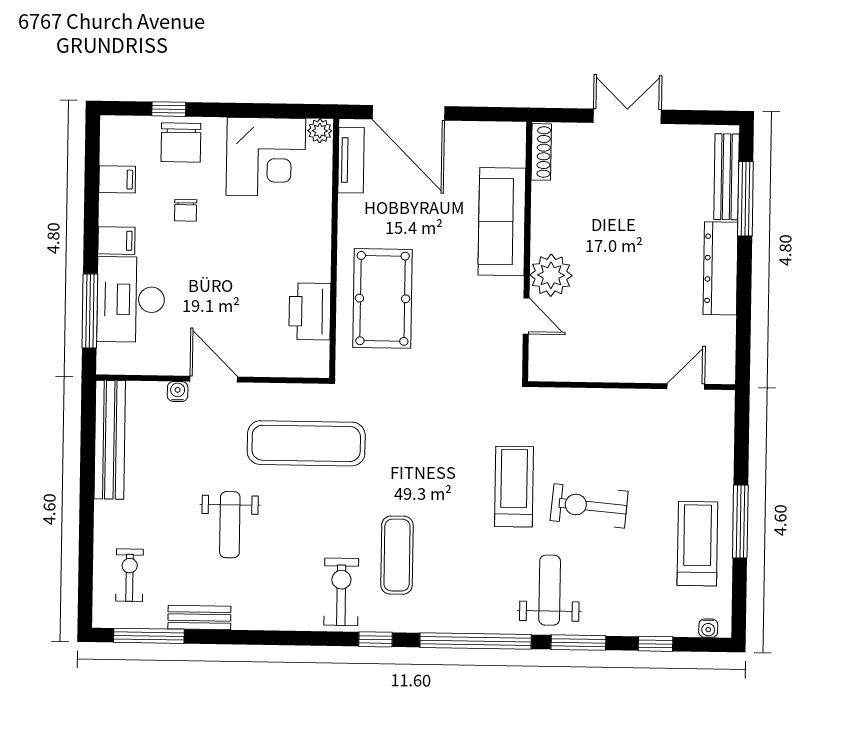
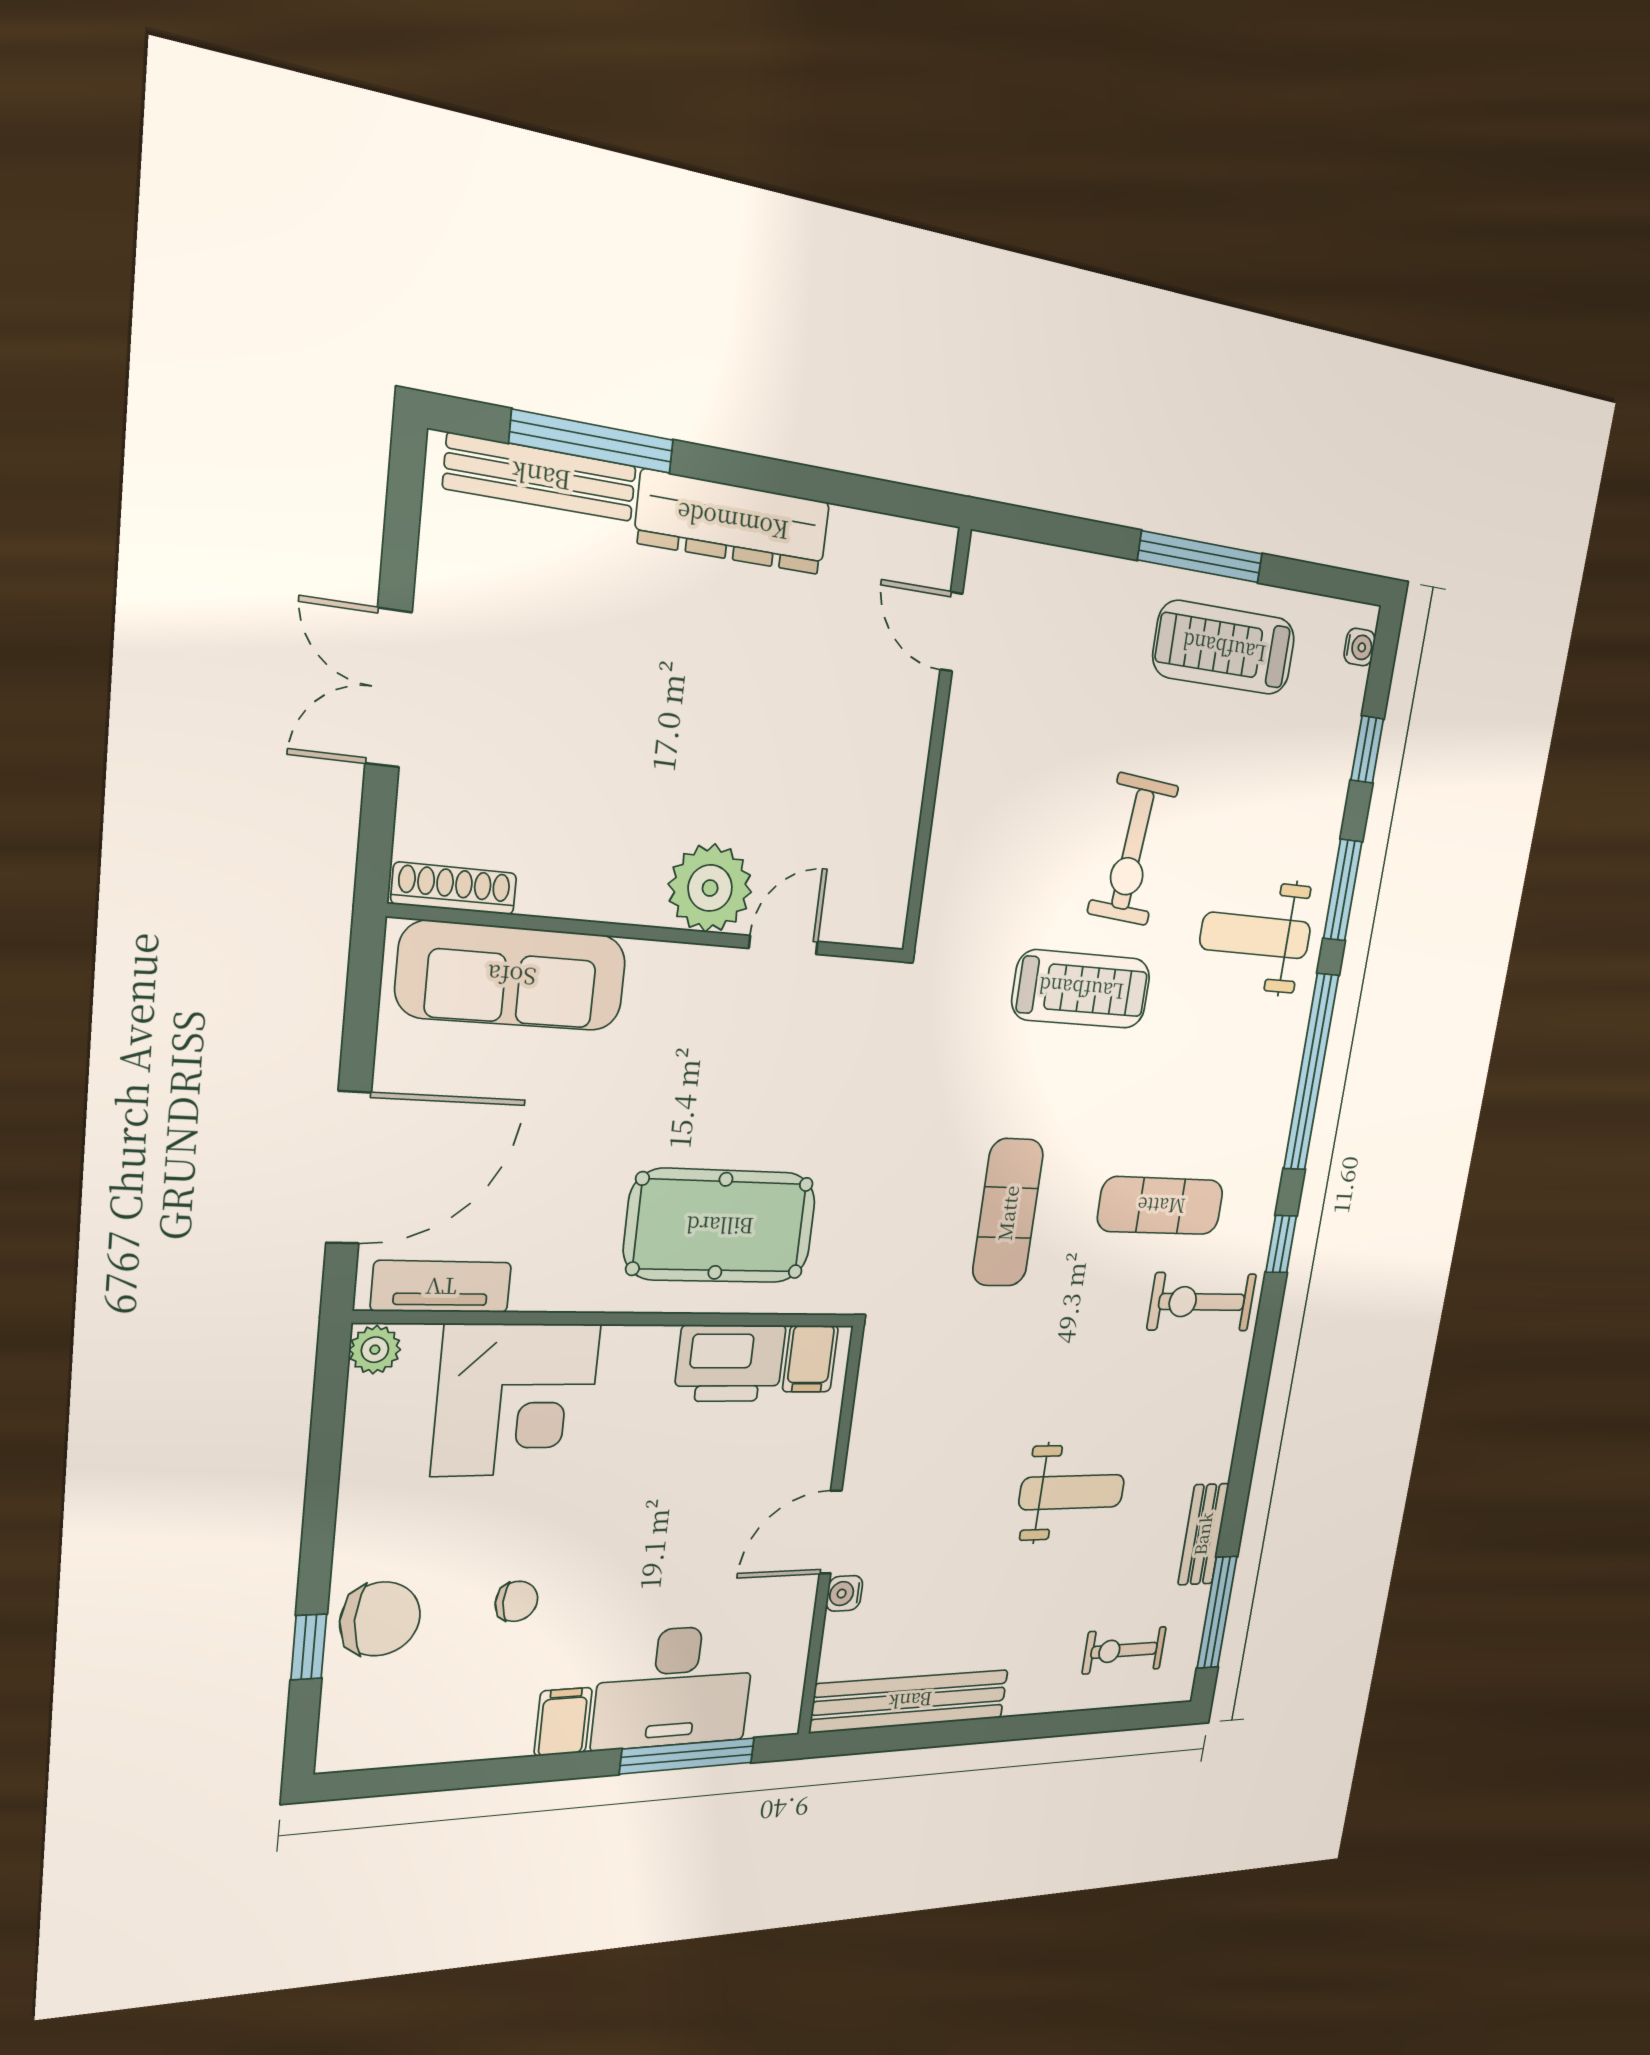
corner desk: (266, 157) -> (516, 1400), moved, turned 90
filing cabinet: (117, 179) -> (810, 1359), moved, turned 180
sofa: (502, 222) -> (512, 976), moved
exercise mat: (306, 443) -> (1008, 1213), moved, width x0.73, depth x0.69
treadmill: (514, 487) -> (1081, 989), turned 180

